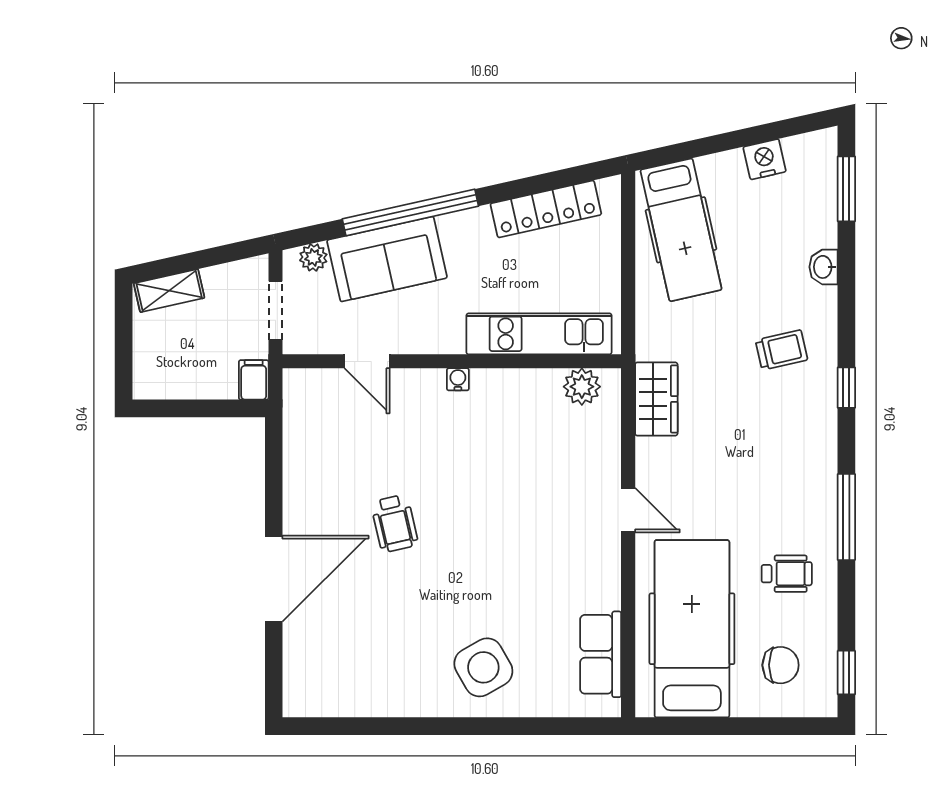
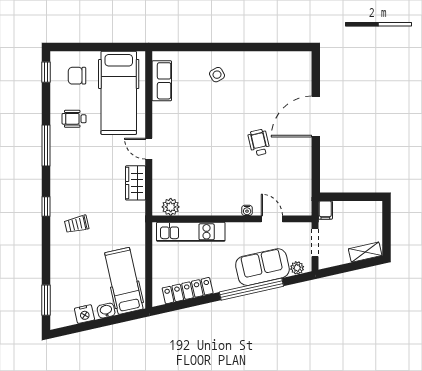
washbasin: (824, 267) -> (106, 311), moved, turned -103
water cooler: (458, 379) -> (247, 210), moved
wardrobe: (656, 399) -> (135, 183), moved
side table: (483, 667) -> (217, 75), width x0.54, depth x0.54

